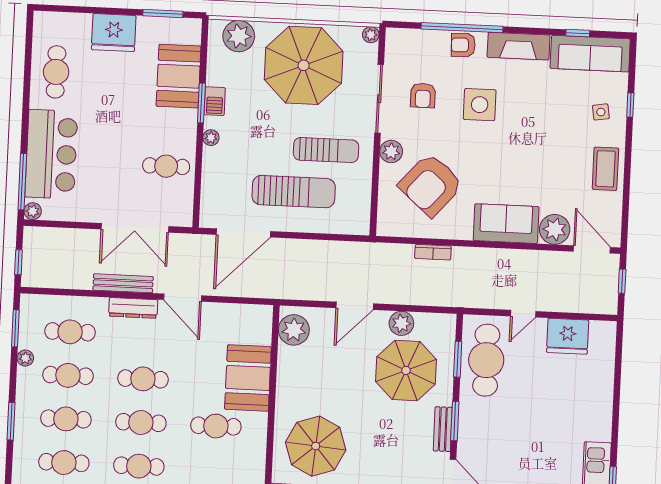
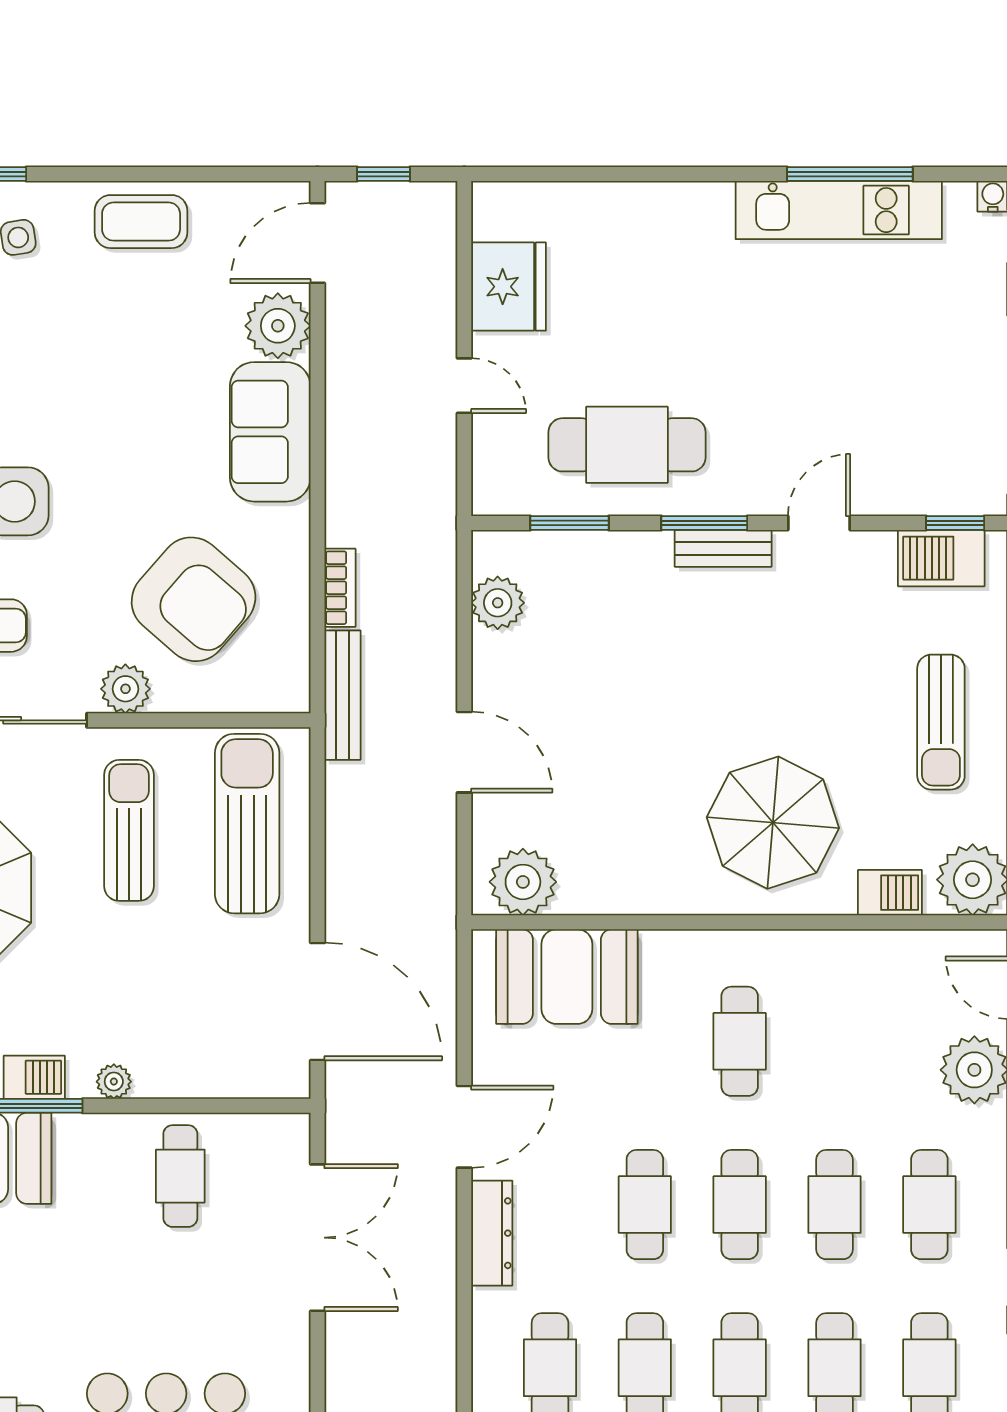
sun lounger: (294, 192) -> (247, 824), moved
bench: (123, 283) -> (342, 695), moved
plant: (401, 323) -> (498, 603), moved
cafe table: (486, 360) -> (627, 445), moved
parasol: (406, 370) -> (599, 634), removed
booth: (248, 378) -> (567, 977), moved

